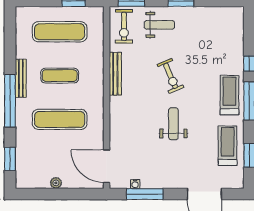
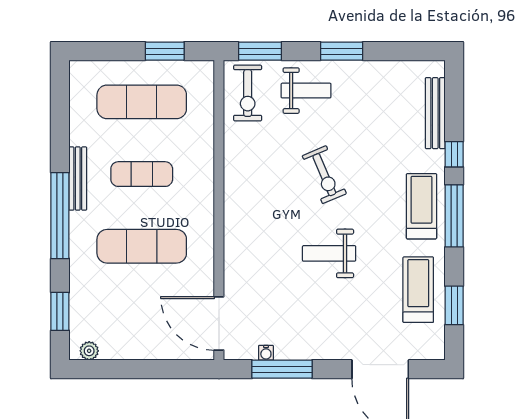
bench: (115, 74) -> (435, 113), moved
weight bench: (173, 124) -> (329, 253), turned -90
plant: (56, 183) -> (89, 351), moved

